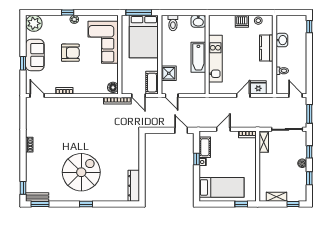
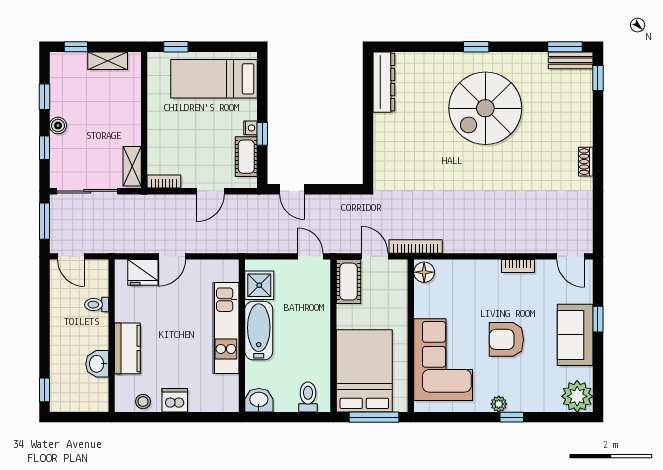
shower: (169, 73) -> (259, 285), moved

